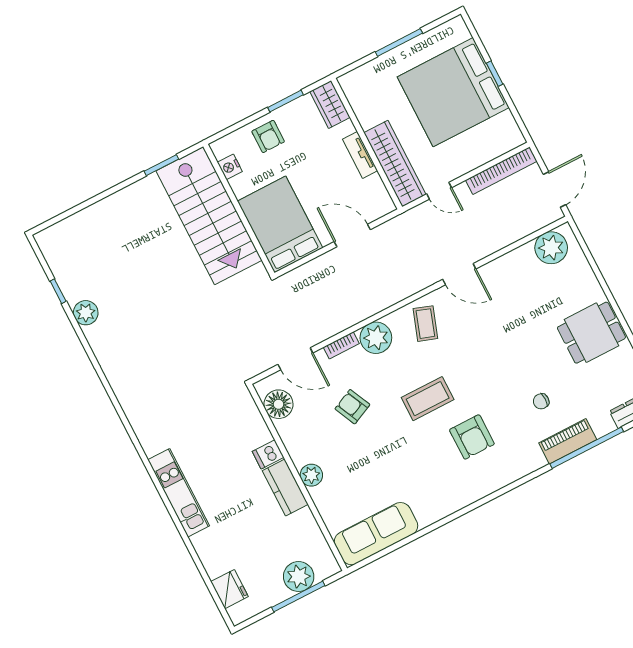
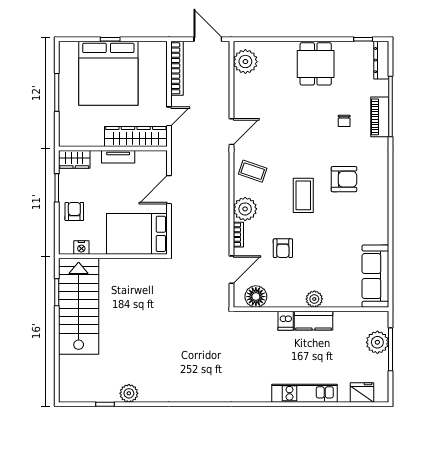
armchair: (268, 136) -> (74, 212), turned -90
stairs: (209, 216) -> (79, 306), moved, turned -90
armchair: (352, 407) -> (283, 248), turned -65
kitchen unit: (179, 493) -> (305, 393), moved

